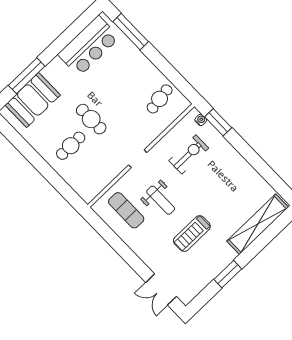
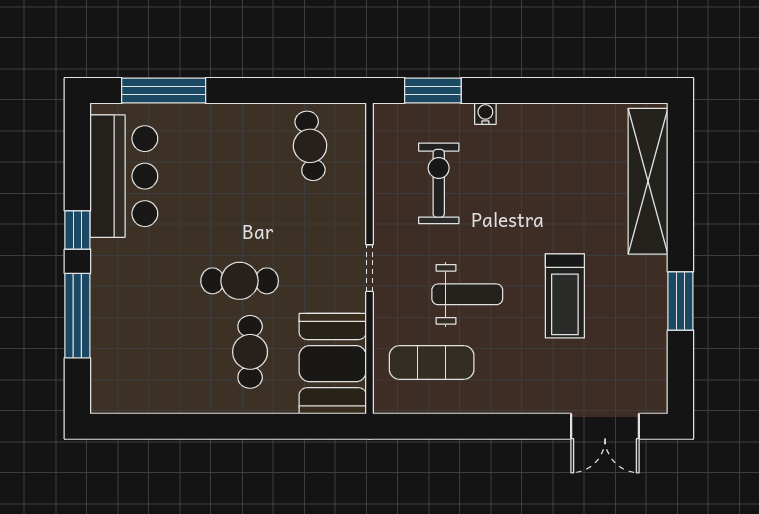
window: (56, 48) -> (77, 230), added
booth: (33, 100) -> (333, 364), moved
water cooler: (201, 120) -> (485, 114), moved

